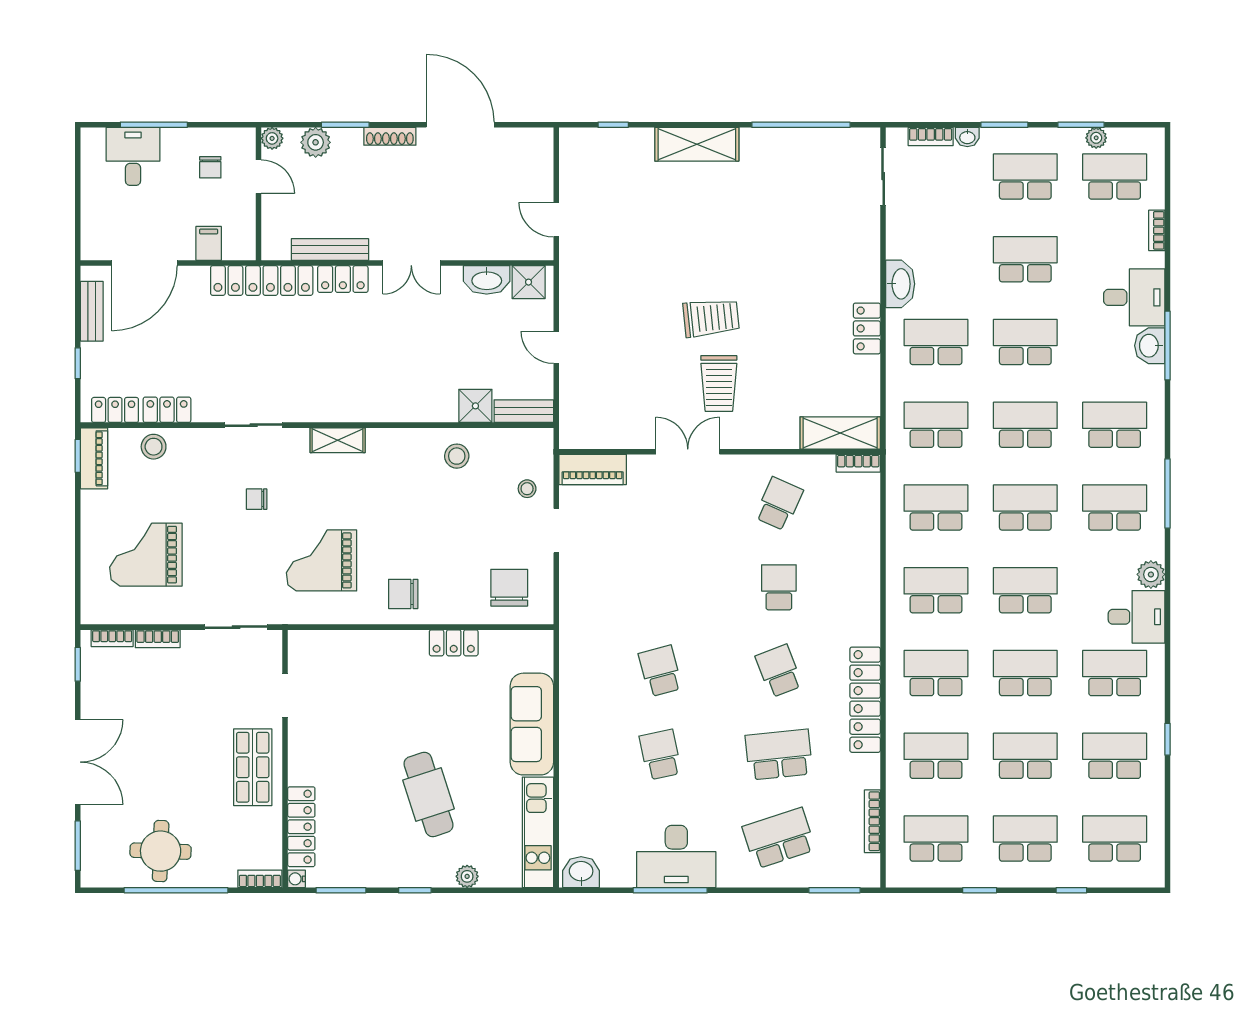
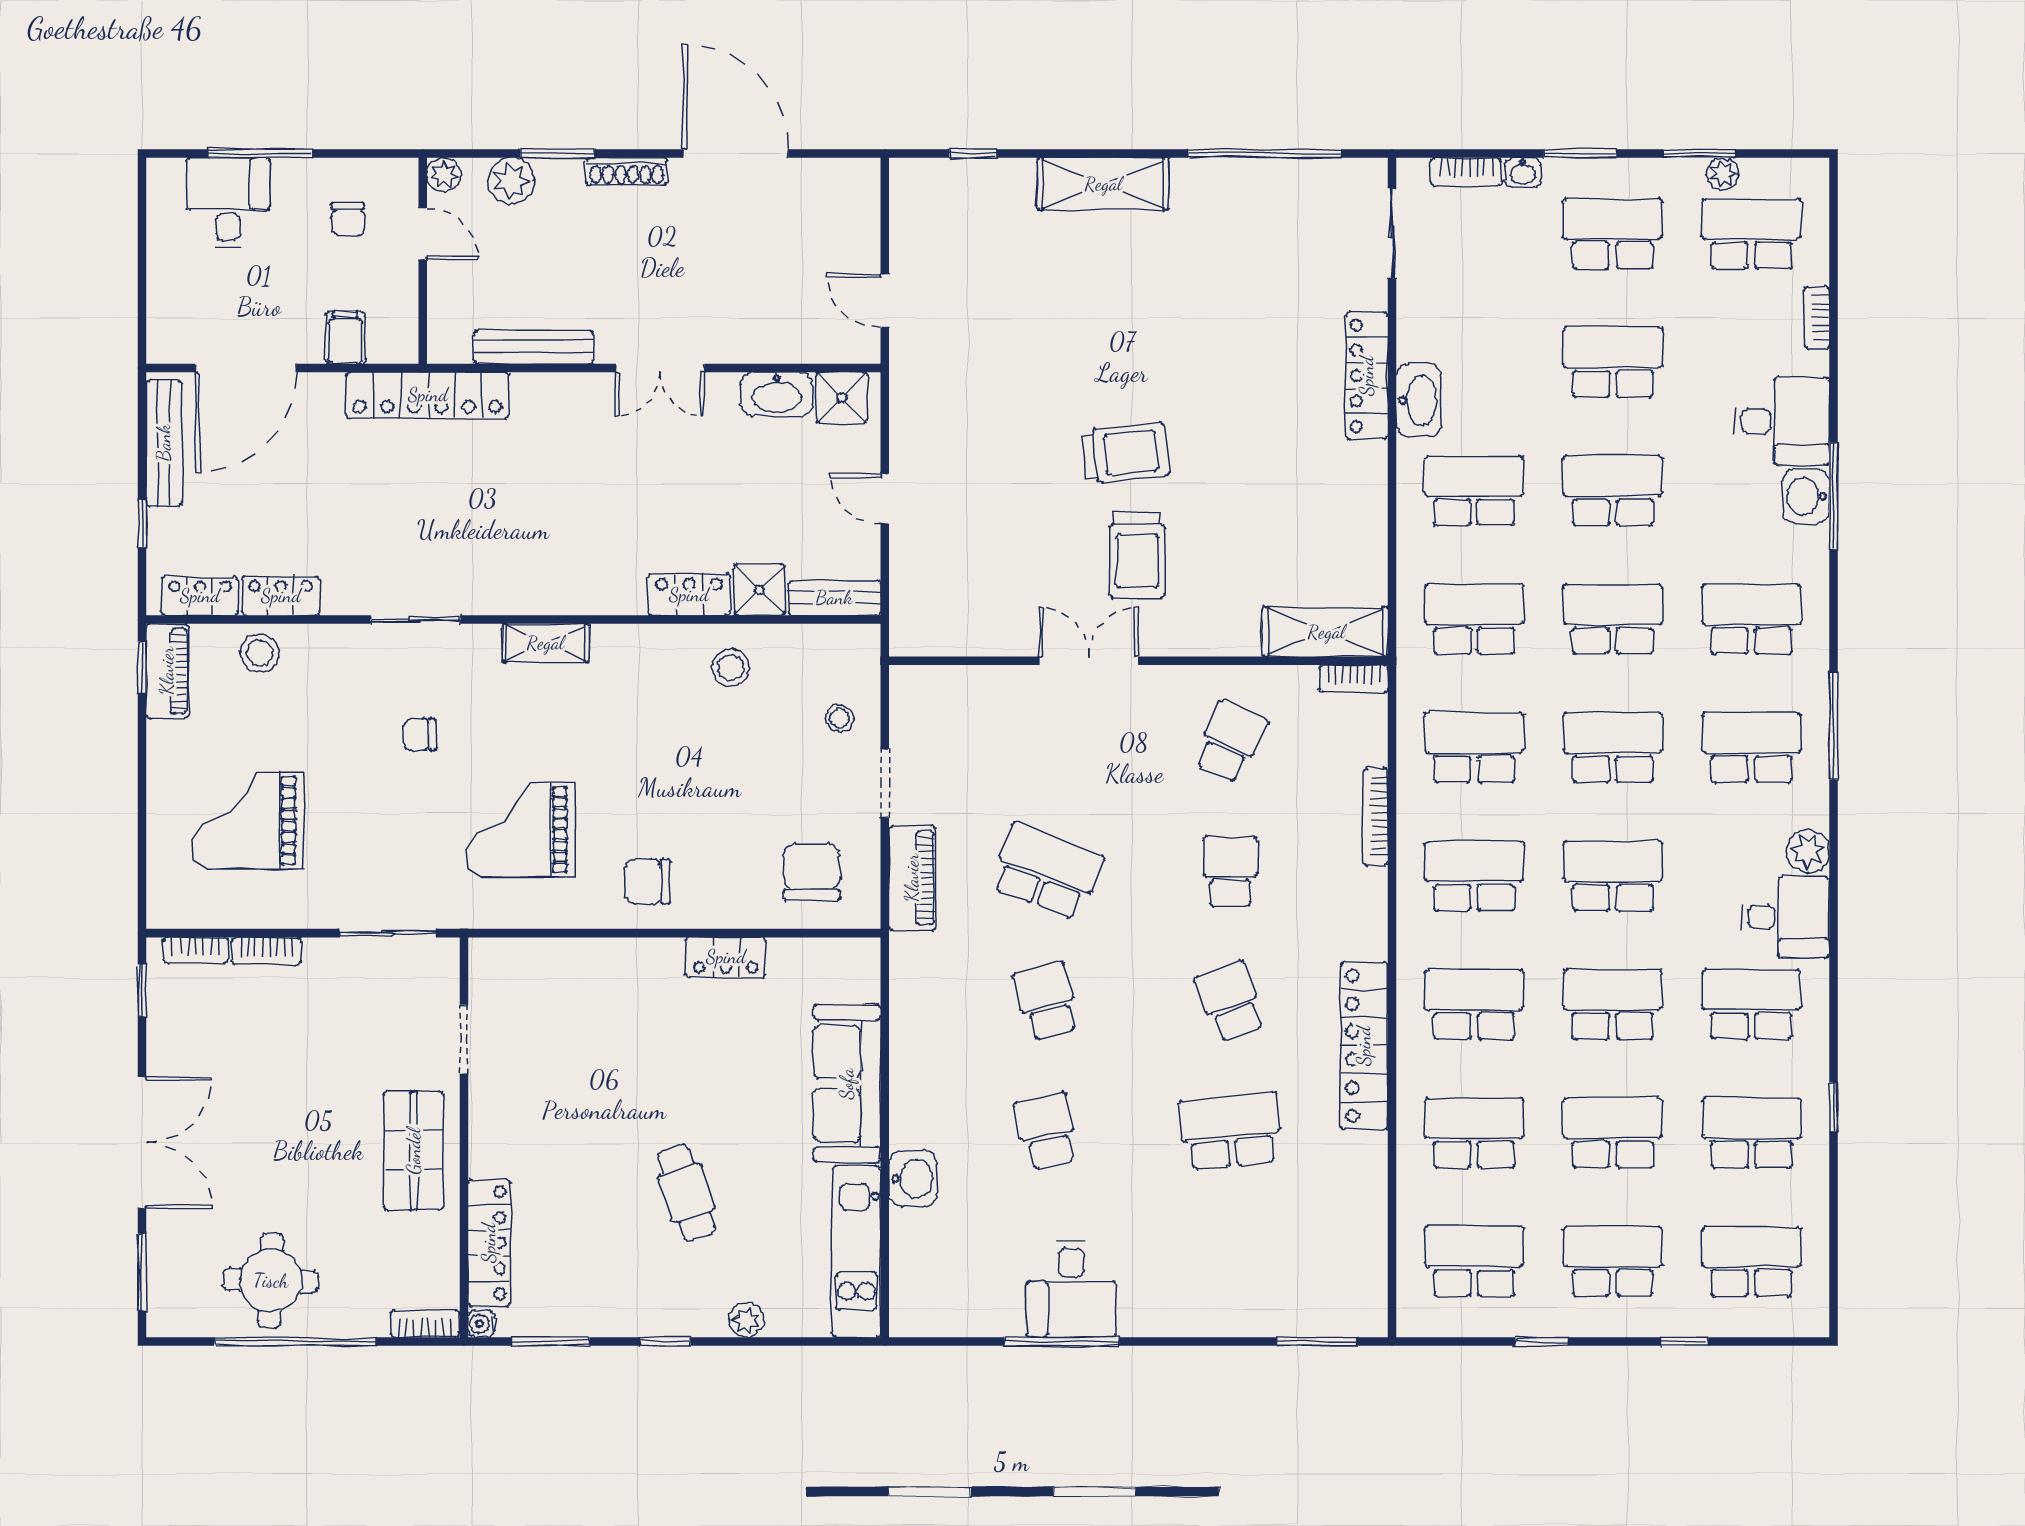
locker: (343, 279) -> (689, 595), moved, turned 180
bench: (92, 311) -> (164, 443), width x1.36
locker: (867, 328) -> (1367, 376), moved, width x1.53
piano: (593, 469) -> (912, 878), moved, turned -90
cafe table: (428, 794) -> (687, 1193), width x0.73, depth x0.74
bookcase: (872, 821) -> (1376, 817), moved
school desk: (779, 838) -> (1046, 871), moved, turned 39
desk: (676, 857) -> (1071, 1289), width x0.73
washbasin: (581, 872) -> (913, 1179), moved, turned 90

